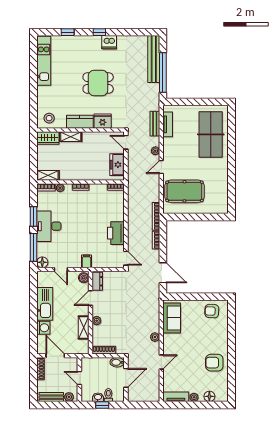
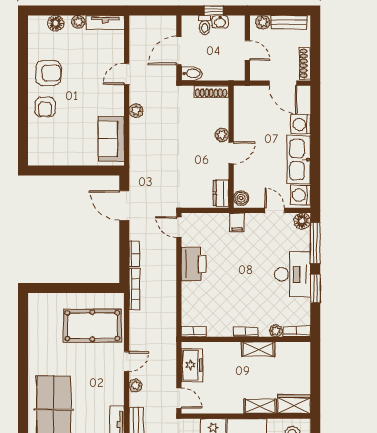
shelving: (48, 175) -> (258, 349), moved
washing machine: (43, 280) -> (300, 195), added
door: (90, 298) -> (231, 153), moved
armchair: (212, 311) -> (45, 107), moved, turned 87
shelving: (84, 328) -> (241, 125), removed

